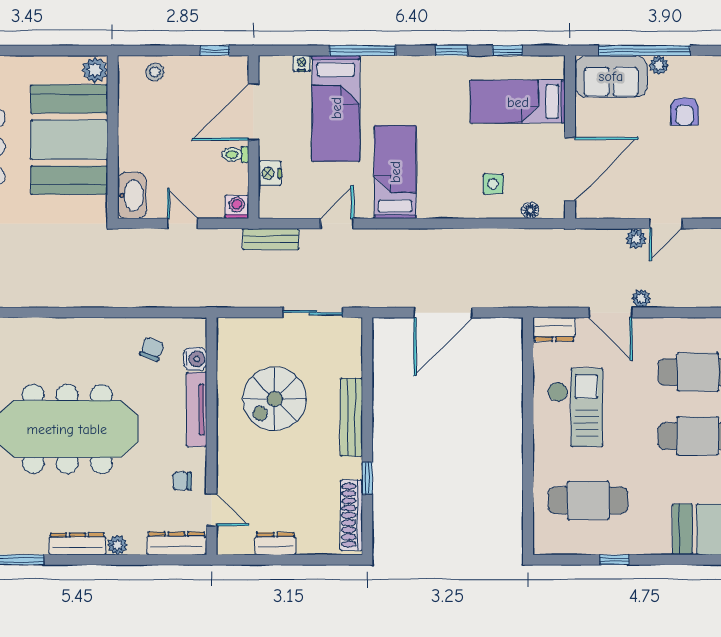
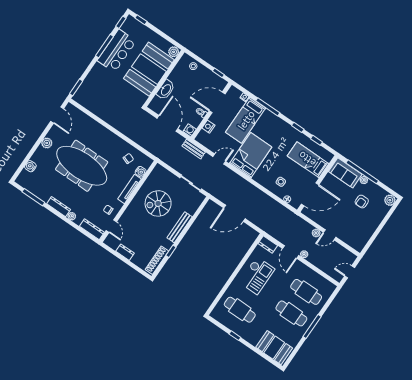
bed: (395, 172) -> (251, 155), width x1.50
washbasin: (132, 195) -> (166, 90), moved
door: (182, 224) -> (168, 123), width x1.88

